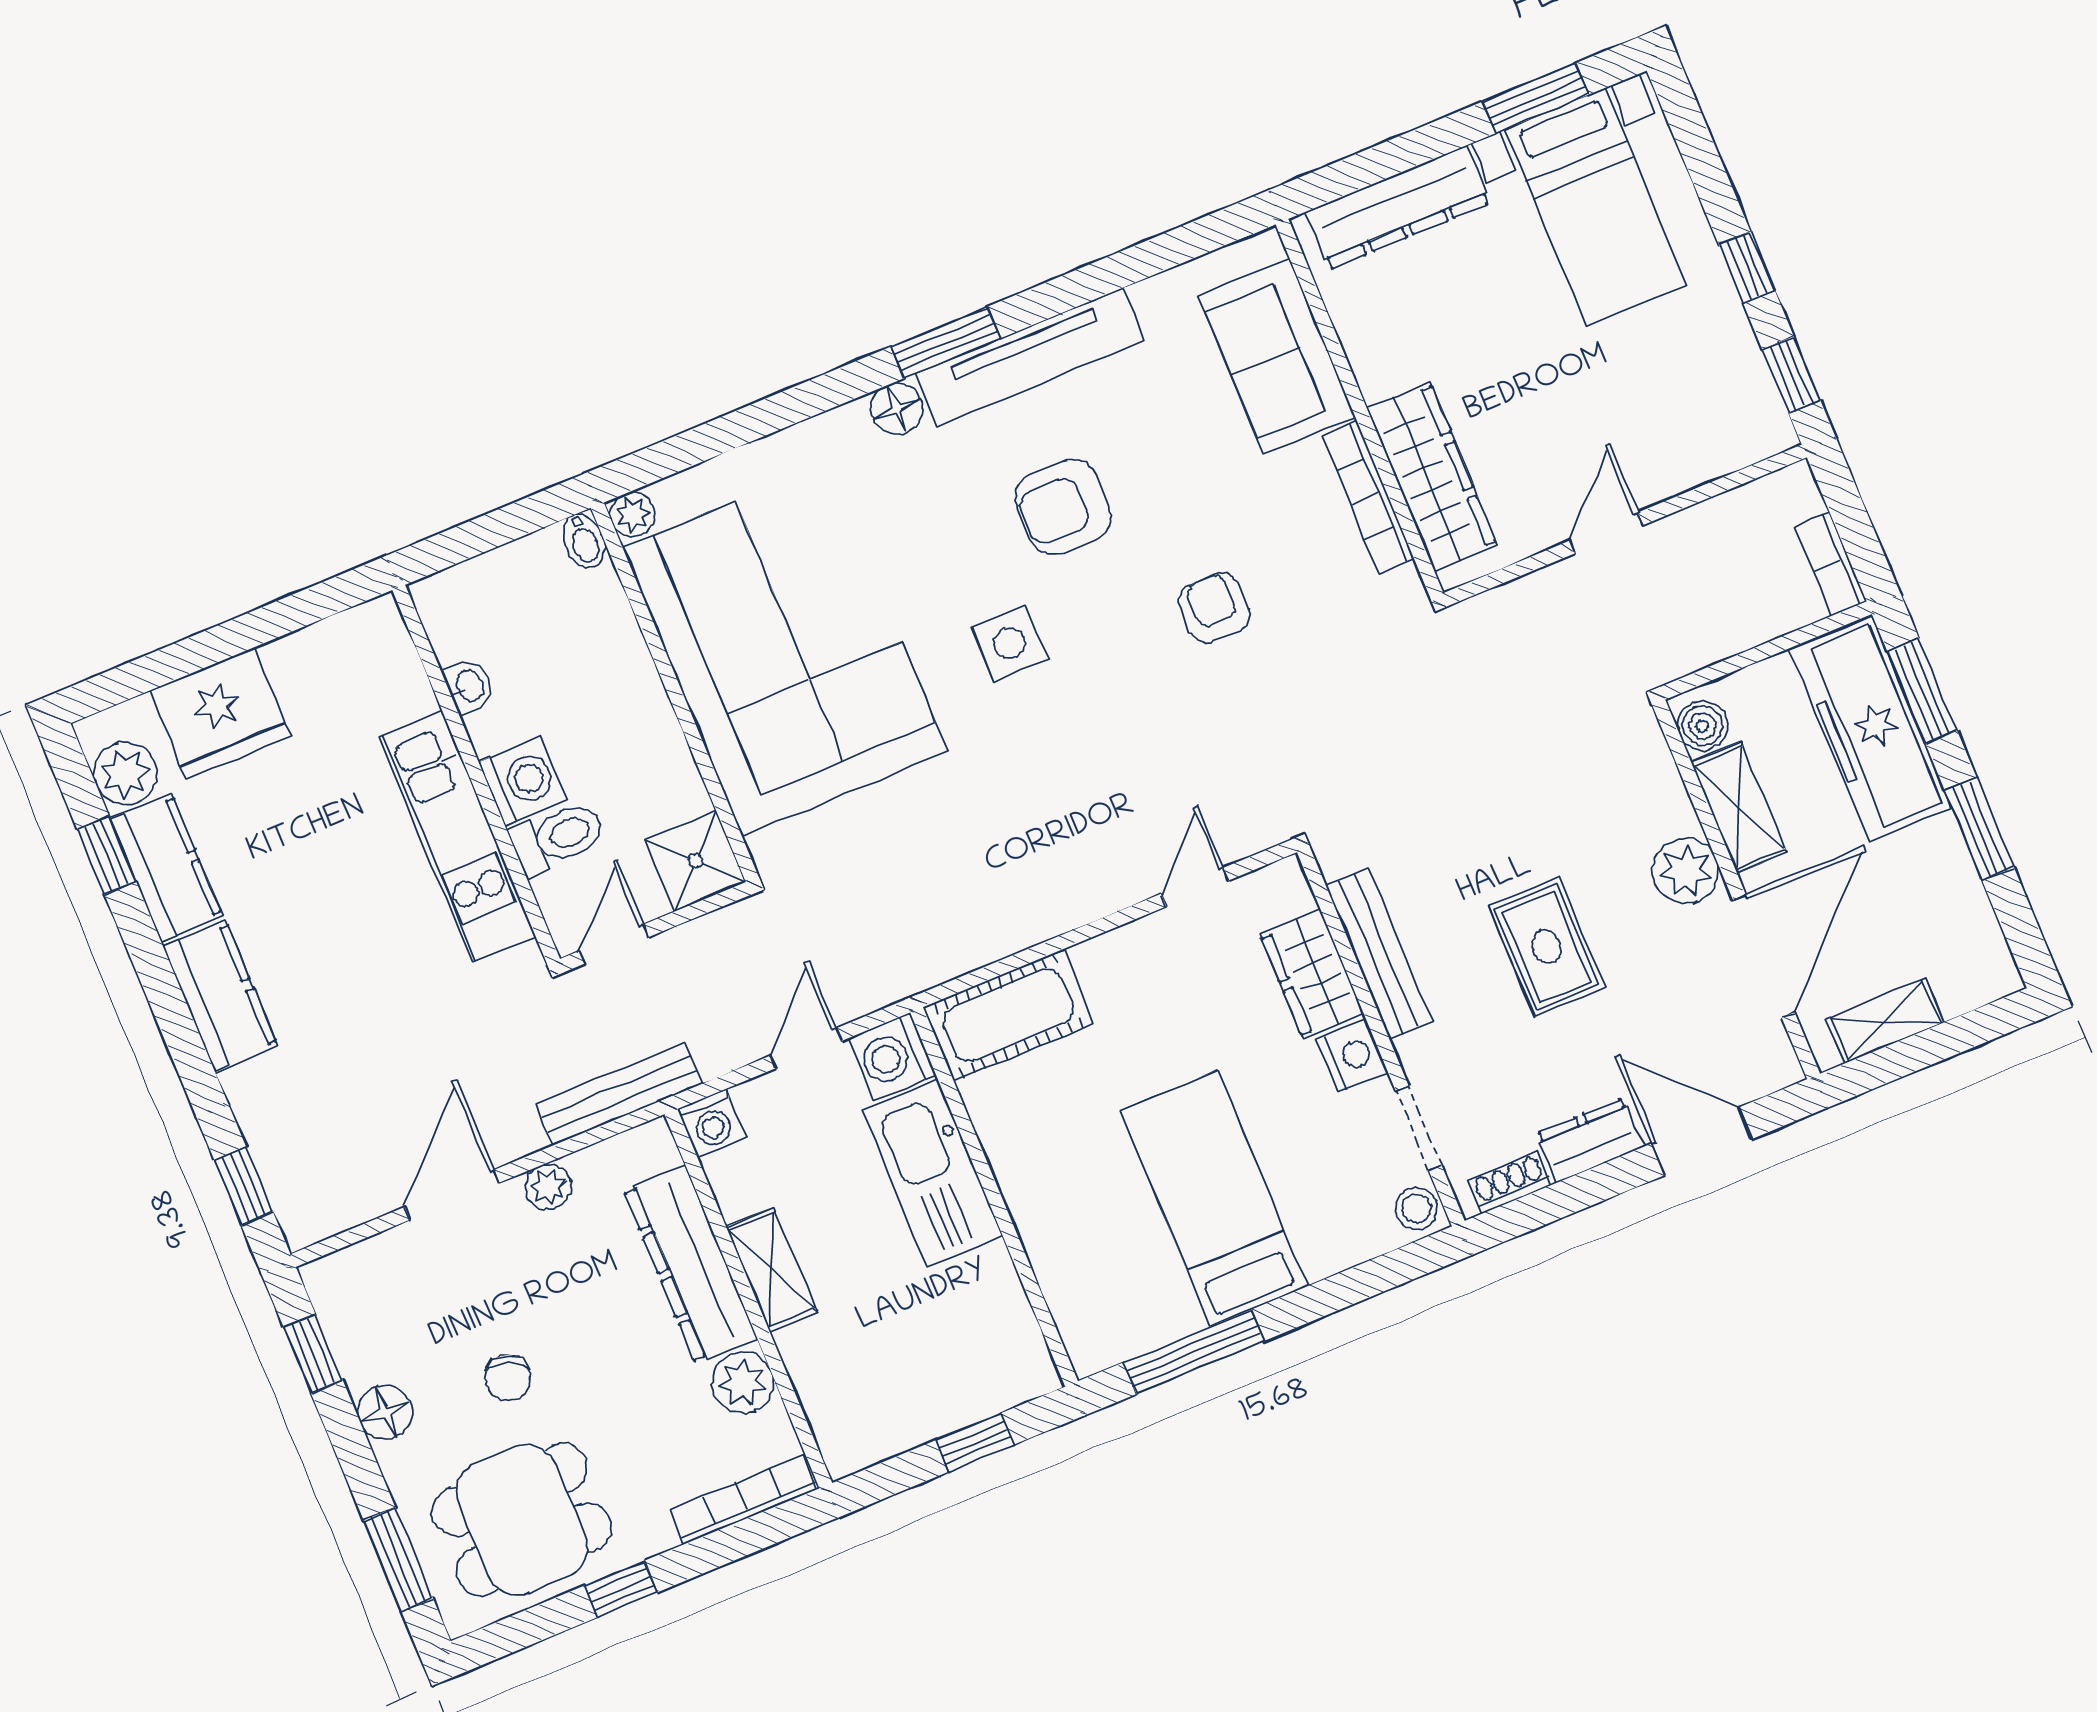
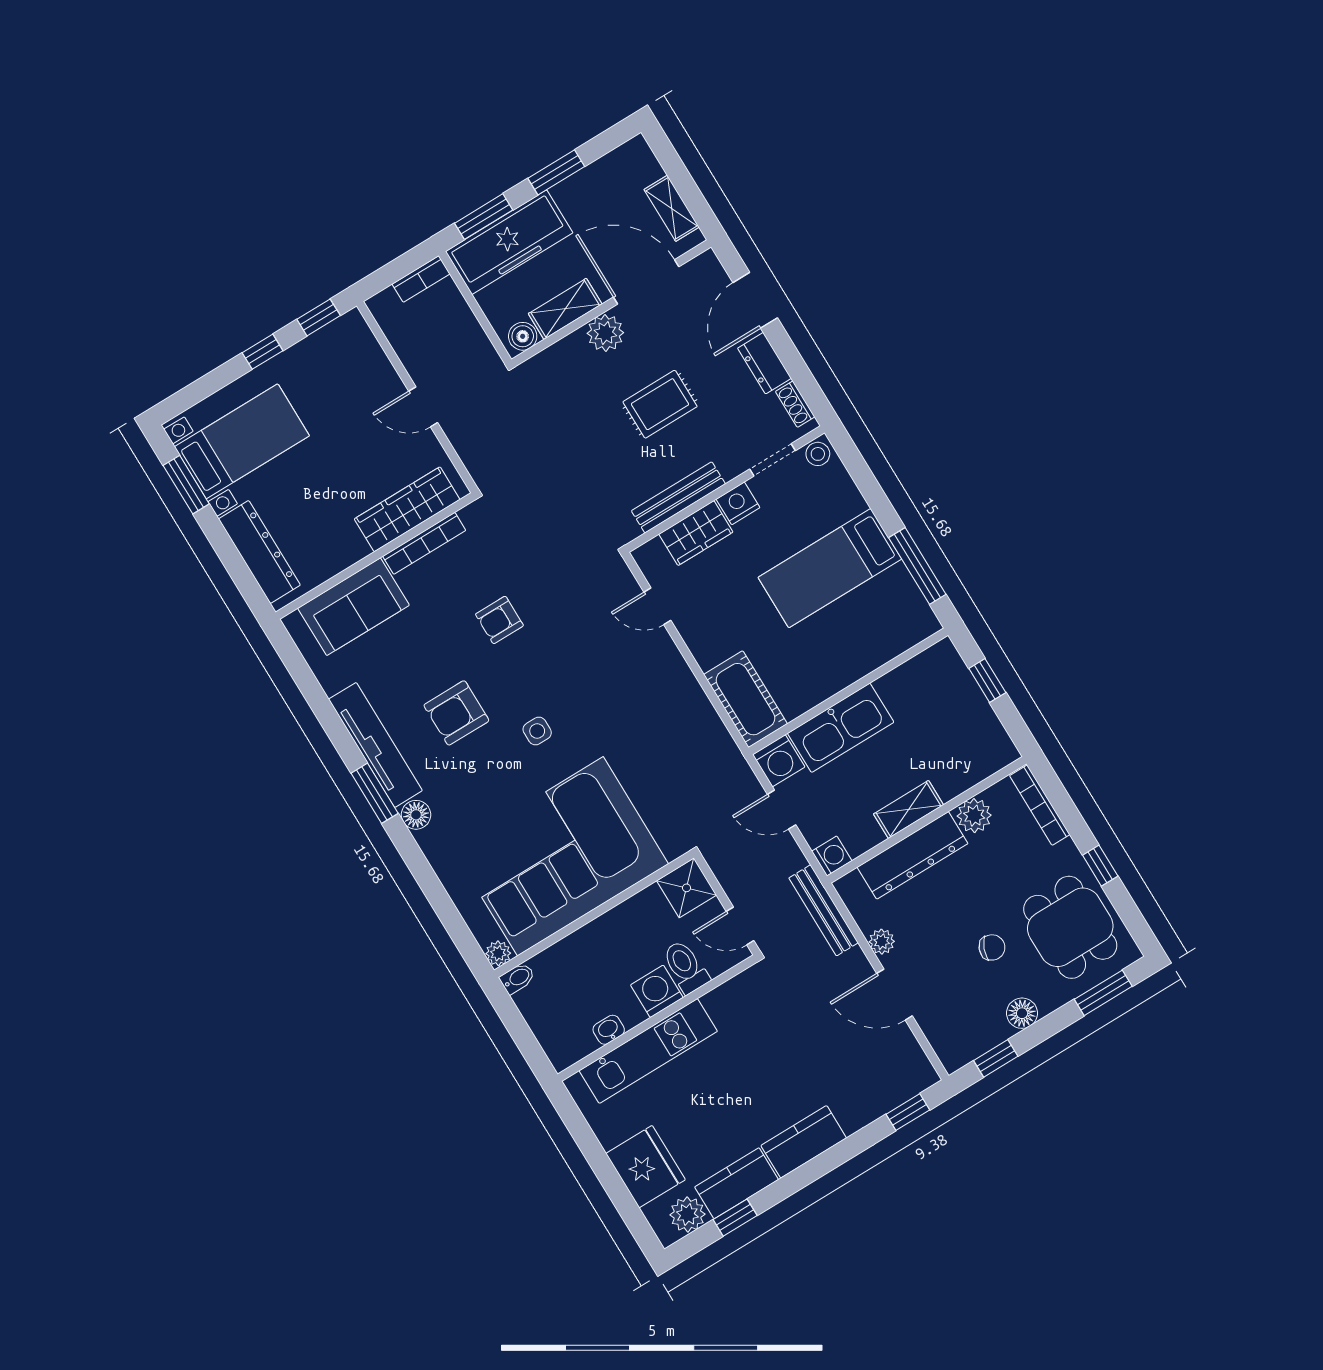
armchair: (1064, 507) -> (456, 713), turned 90
side table: (1010, 643) -> (537, 731), width x0.73, depth x0.73
kitchen unit: (457, 836) -> (648, 1051), moved

